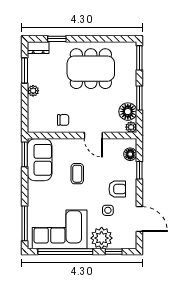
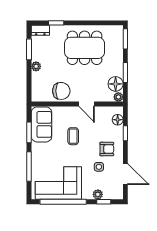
chair: (63, 120) -> (61, 91), width x1.87, depth x1.87
window: (25, 154) -> (29, 132), moved
window: (25, 223) -> (29, 167), moved
plant: (102, 238) -> (98, 194), width x0.53, depth x0.53

